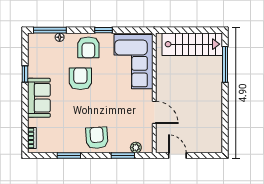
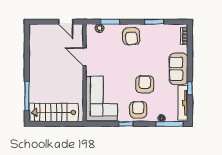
tv unit: (33, 56) -> (183, 103), added
armchair: (80, 79) -> (145, 84), turned 180

